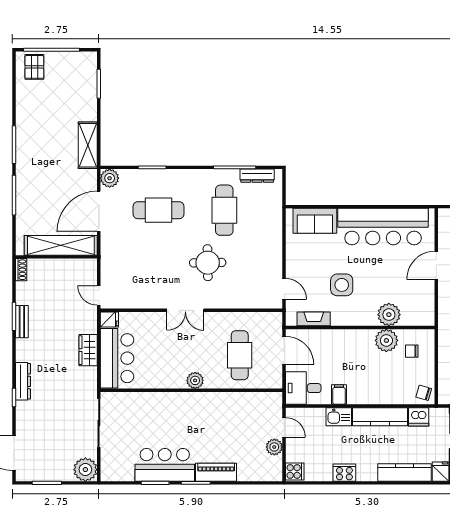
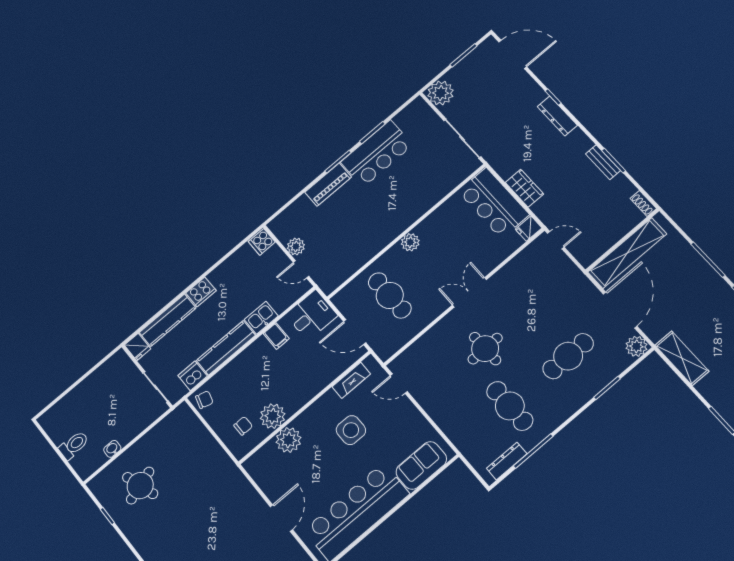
cooker: (344, 473) -> (201, 292), moved

